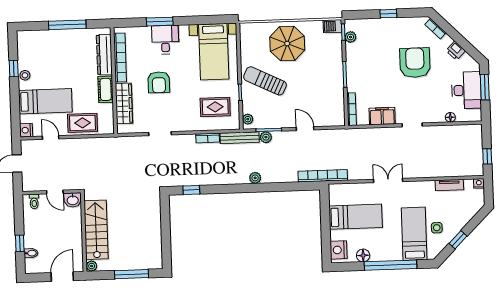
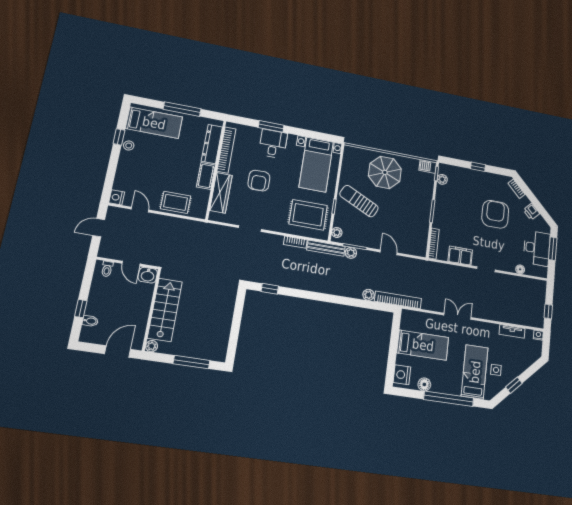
bed: (45, 101) -> (154, 123), moved
rug: (215, 107) -> (308, 215), width x1.36, depth x1.43
plant: (255, 178) -> (369, 295), moved

